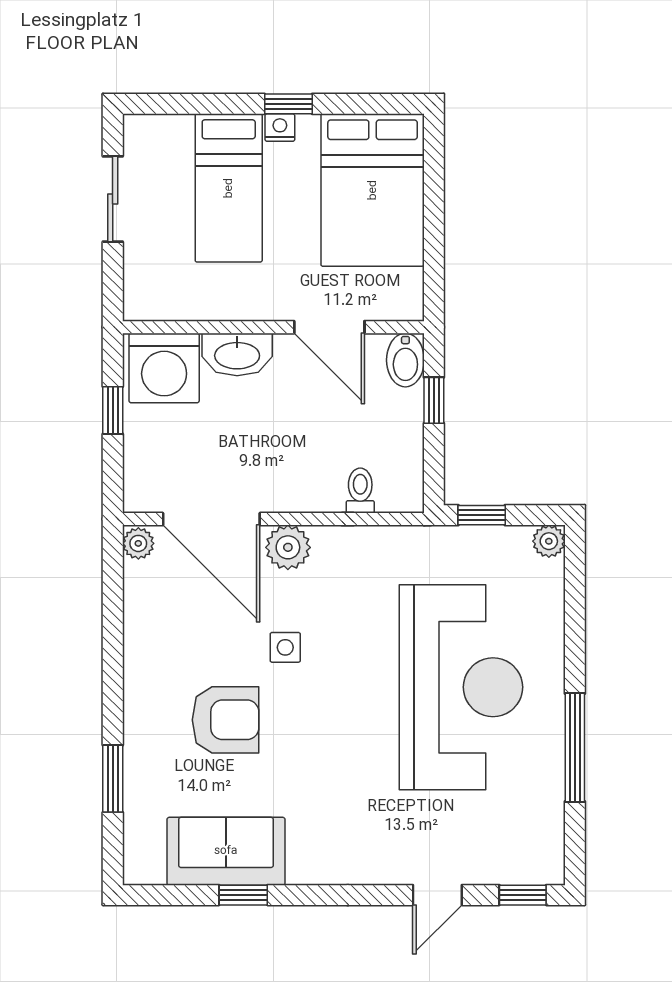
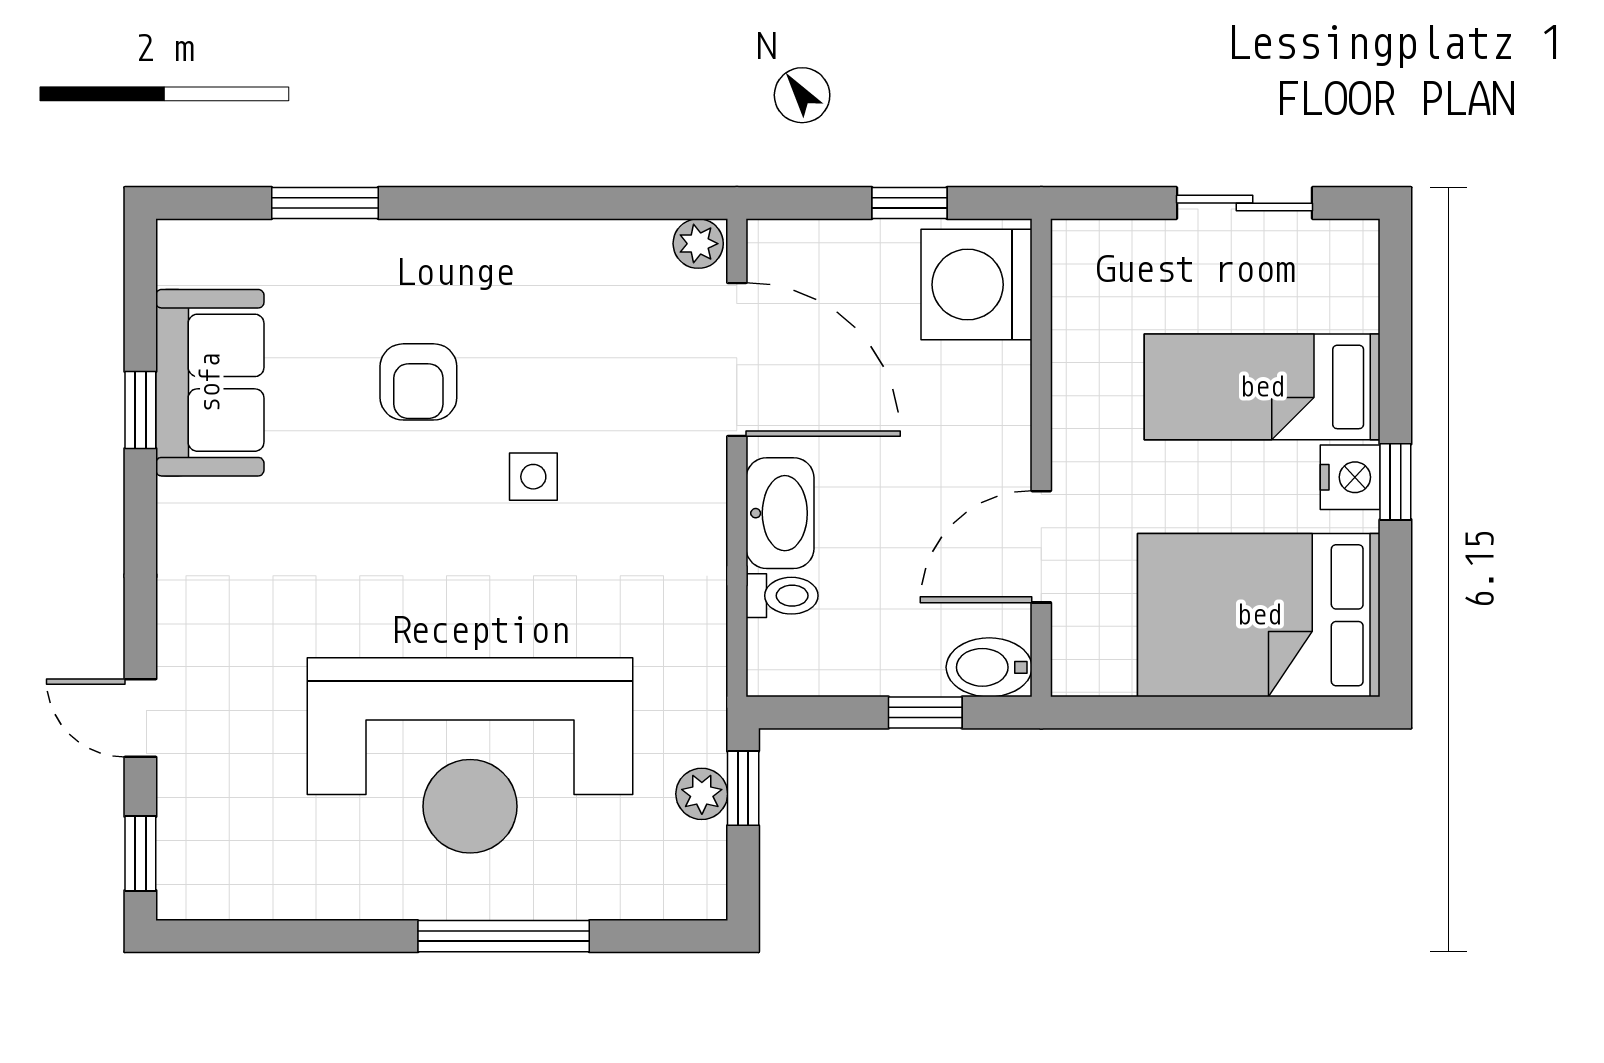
nightstand: (280, 128) -> (1350, 477), width x1.39, depth x1.35
washbasin: (237, 354) -> (780, 513), moved, turned 180
door: (211, 519) -> (737, 360), swing flipped
plant: (549, 541) -> (702, 794), moved
plant: (288, 547) -> (692, 481), removed
armchair: (226, 720) -> (418, 382), width x0.72, depth x0.72
window: (575, 747) -> (504, 936), moved

